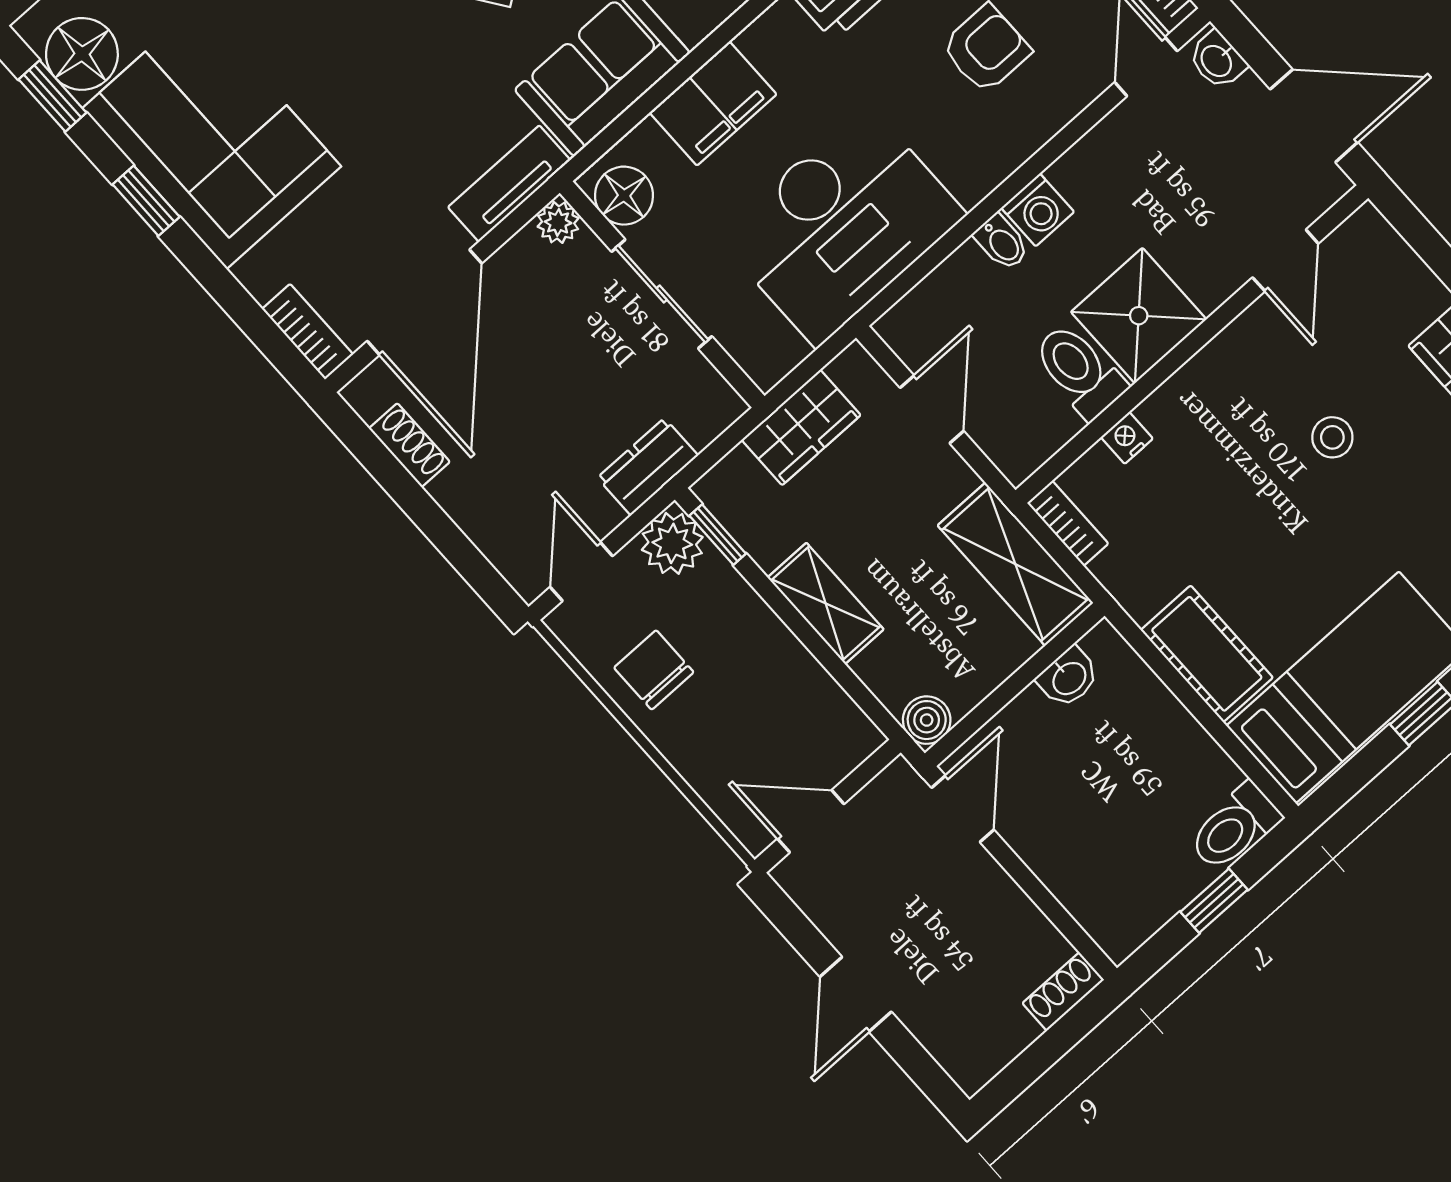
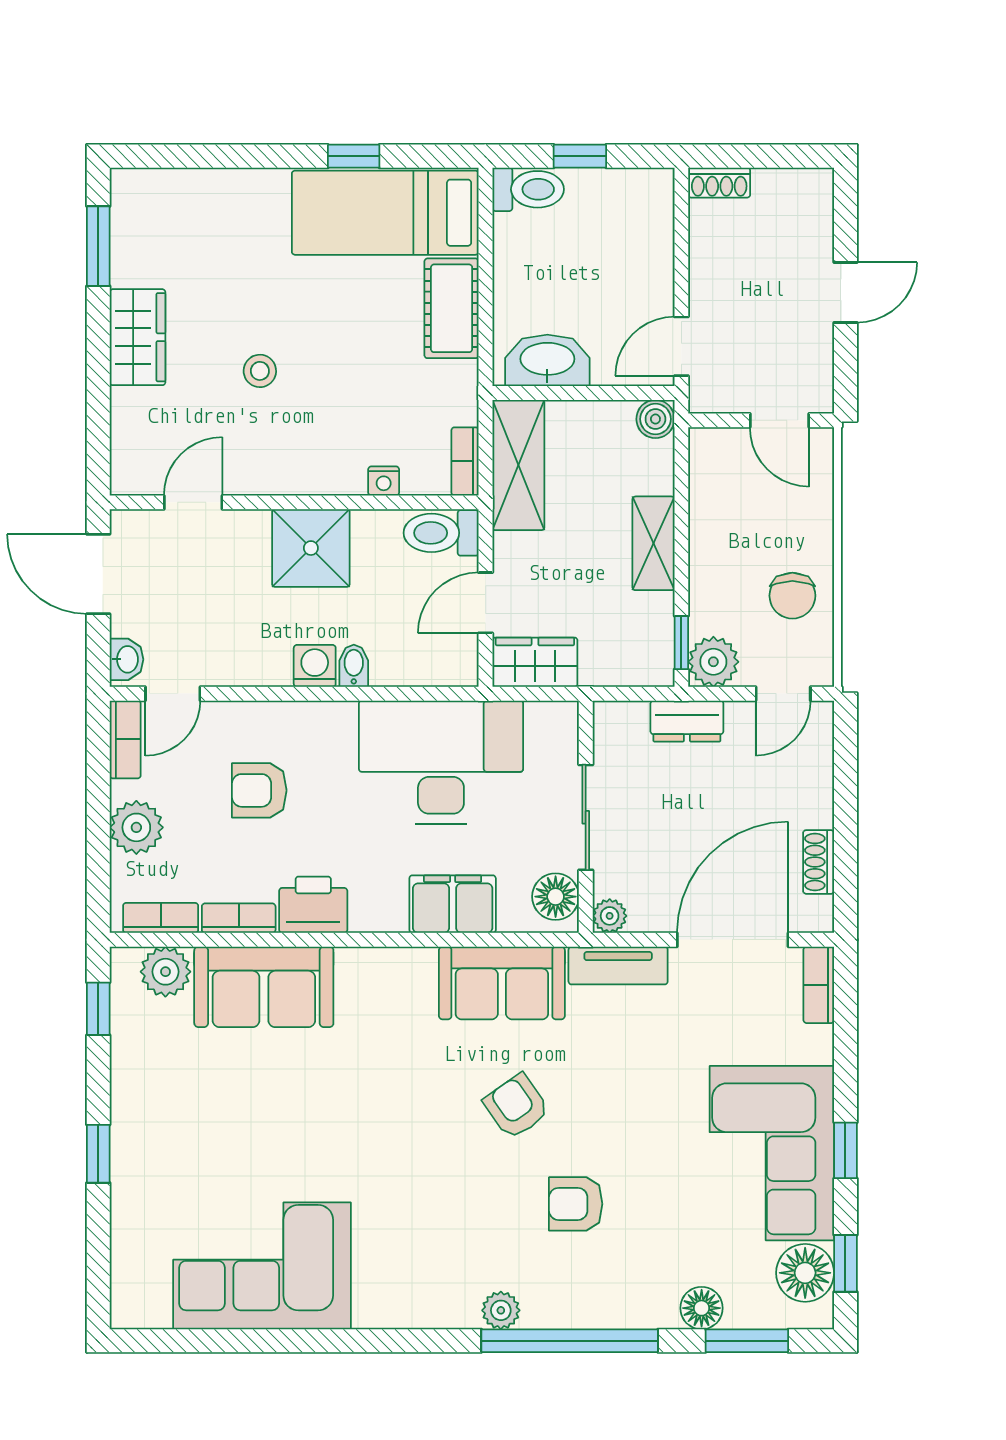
toilet: (1079, 371) -> (441, 533), moved, turned 90
wardrobe: (801, 427) -> (535, 662), moved
washbasin: (1069, 678) -> (547, 360), width x1.91, depth x1.45

